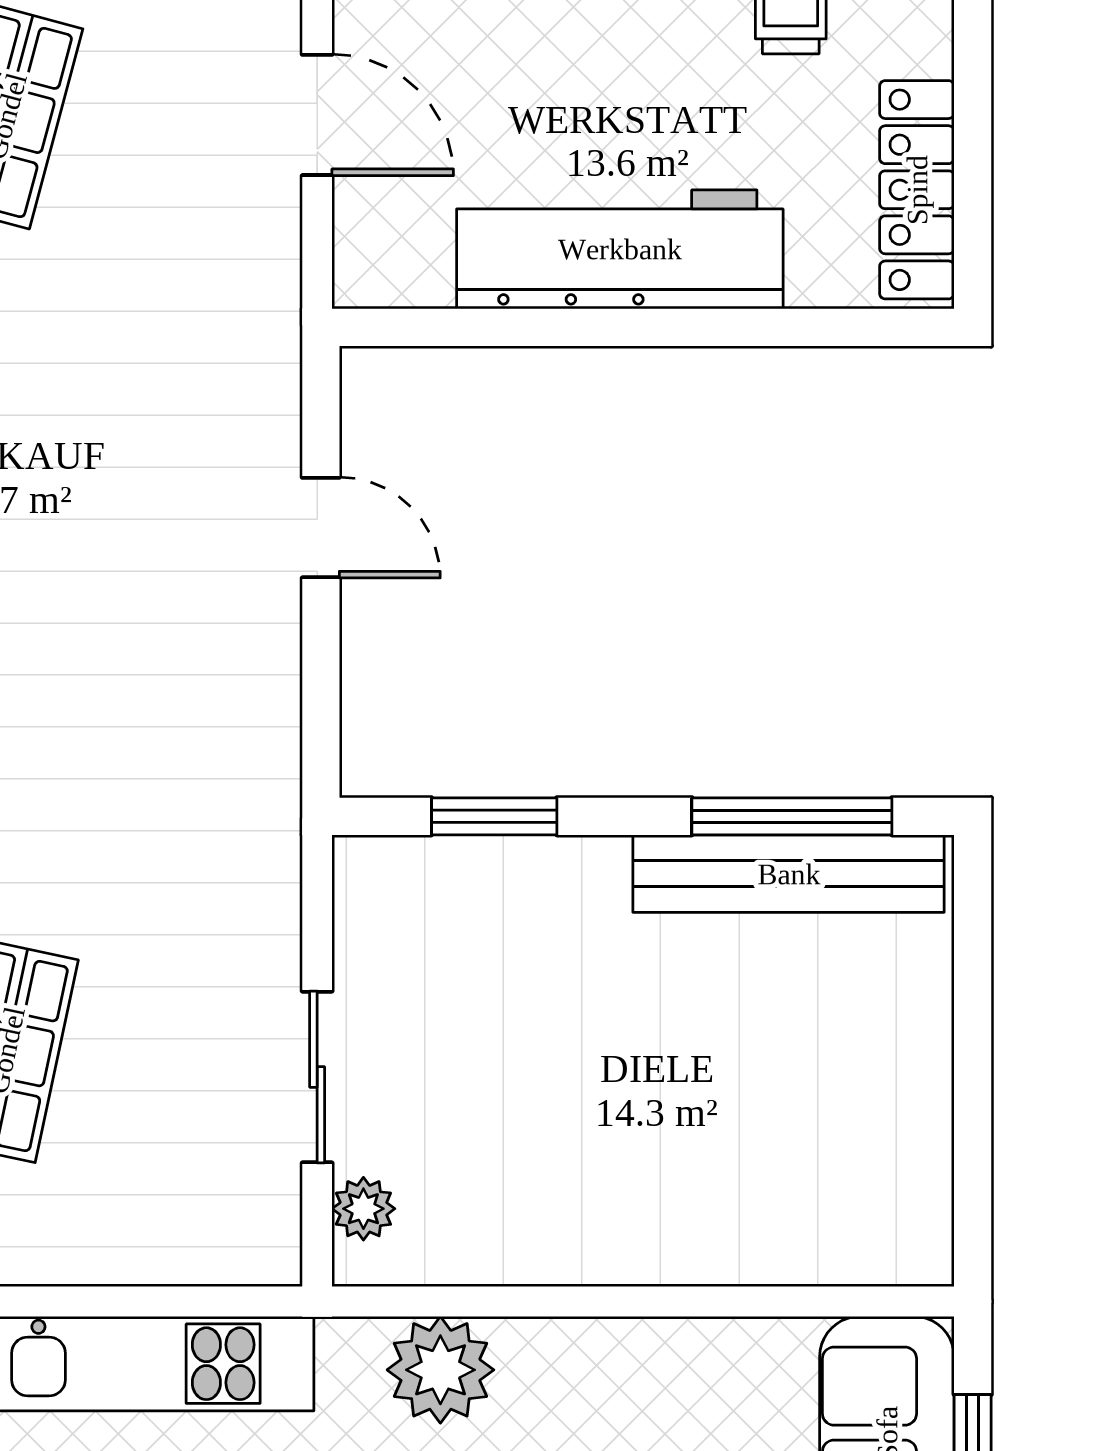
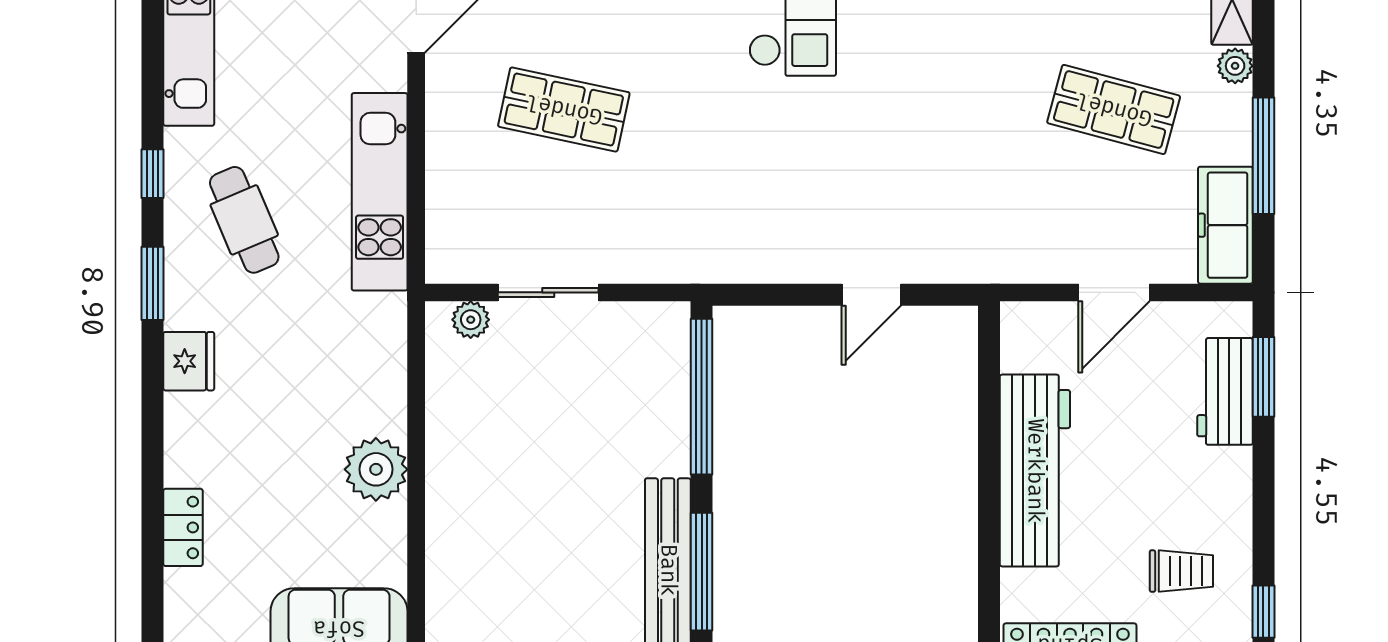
window: (494, 816) -> (702, 397), width x2.11
plant: (440, 1370) -> (376, 469), moved

